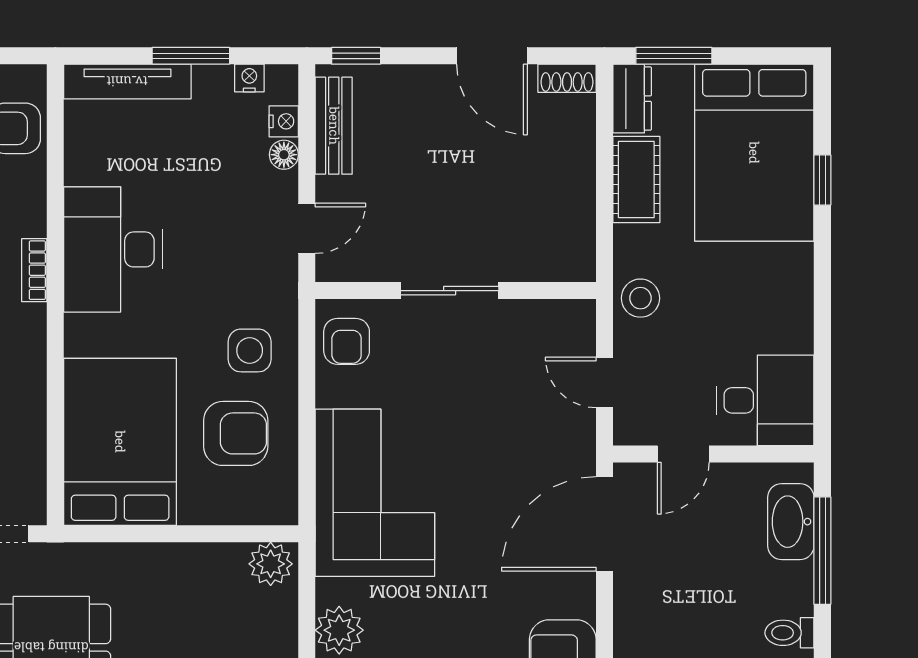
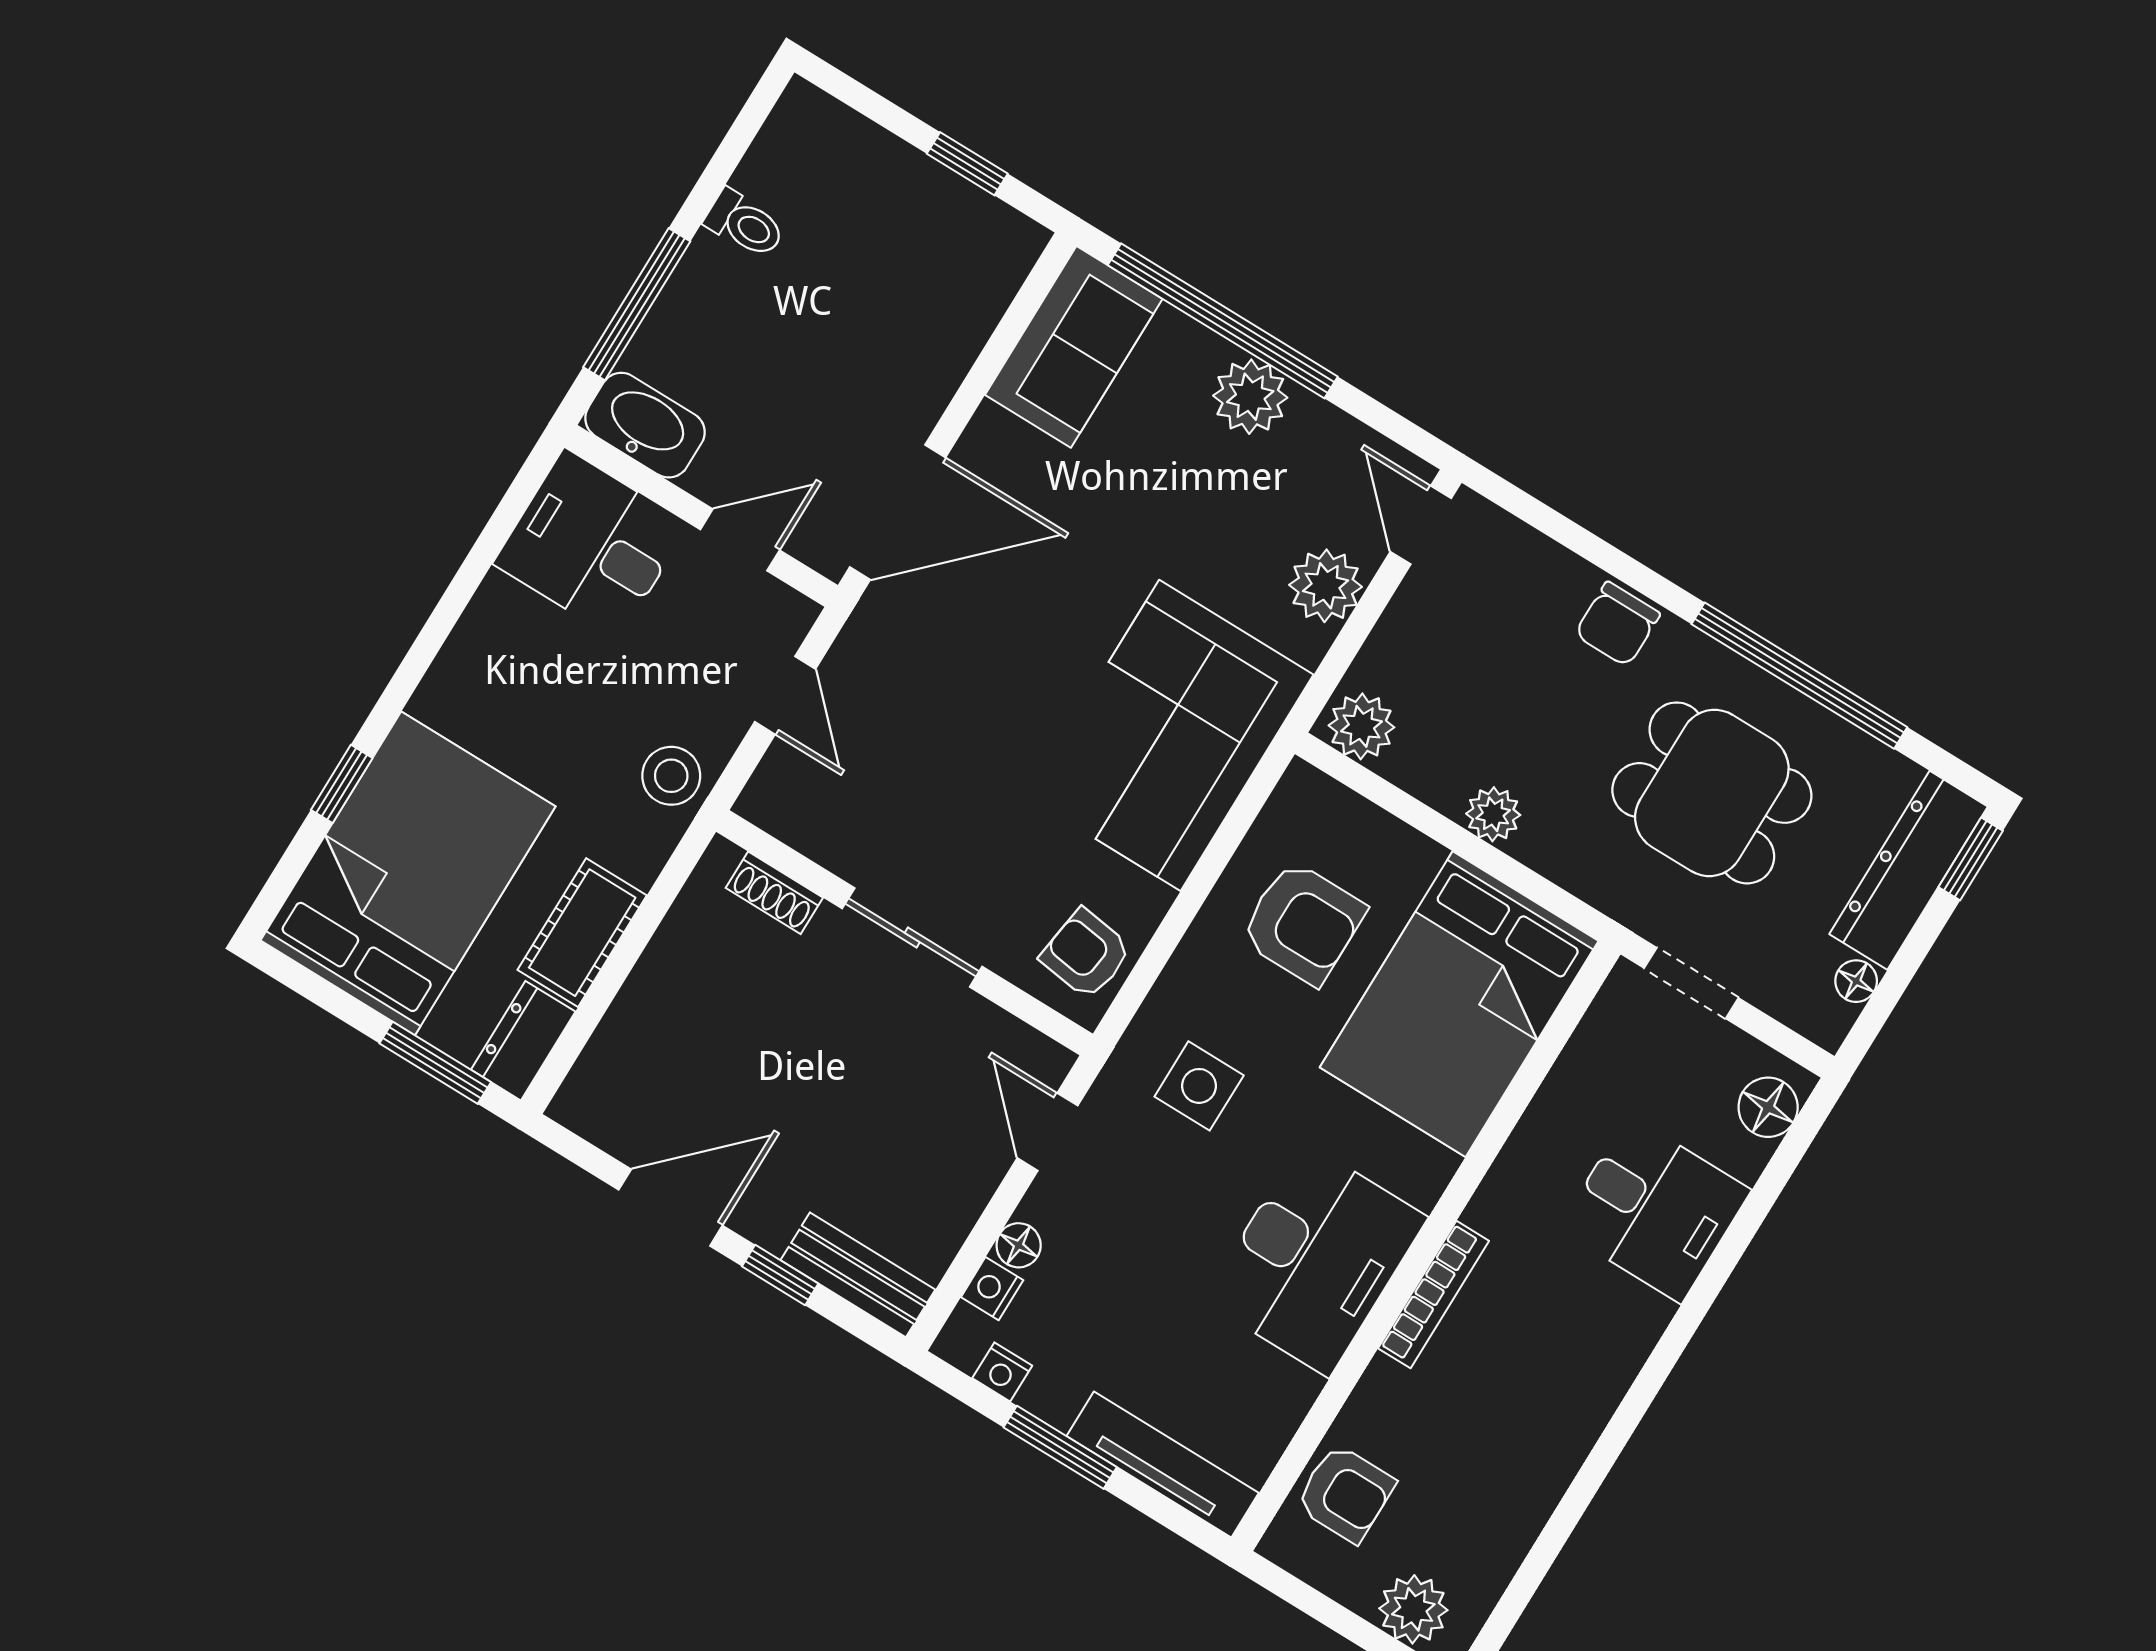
window: (356, 56) -> (780, 1275), moved
door: (492, 56) -> (671, 1208), hinge flipped
shoe rack: (567, 78) -> (774, 893), moved, turned 180
bench: (334, 126) -> (858, 1275), moved, turned 90
door: (307, 228) -> (1047, 1132), hinge flipped
bookcase: (34, 270) -> (1433, 1295), width x1.56
armchair: (347, 341) -> (1086, 954), turned -82
side table: (250, 350) -> (1199, 1086), moved
armchair: (236, 433) -> (1303, 923), turned 180
washbasin: (791, 522) -> (645, 425), moved, turned -90
plant: (166, 560) -> (1493, 814), added

